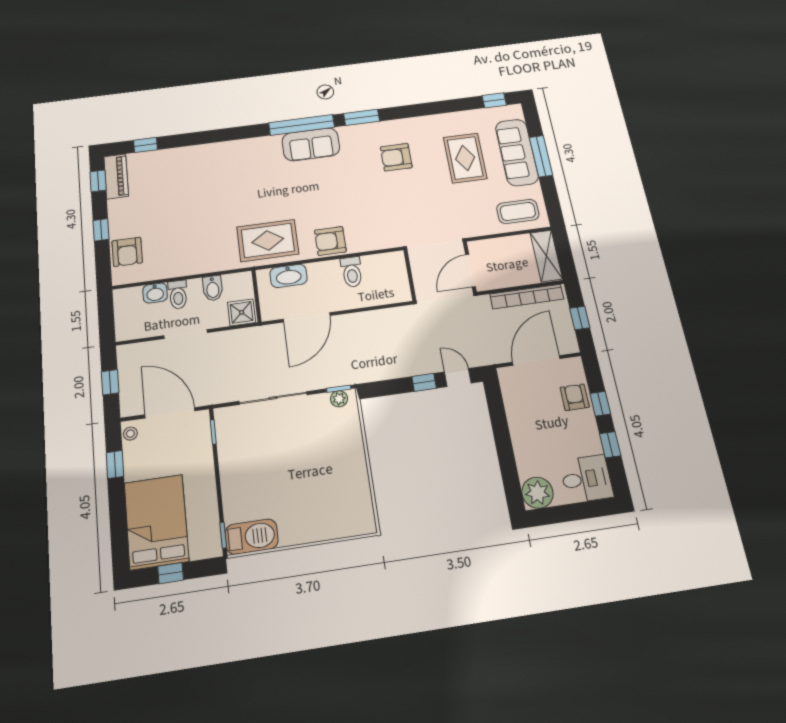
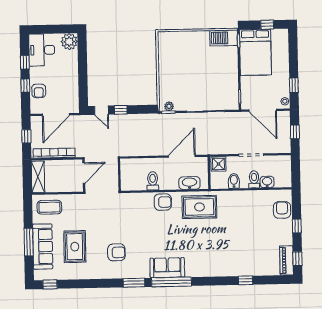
window: (145, 145) -> (246, 280), moved
desk: (586, 479) -> (42, 50), width x1.37
bed: (156, 522) -> (255, 52), moved

